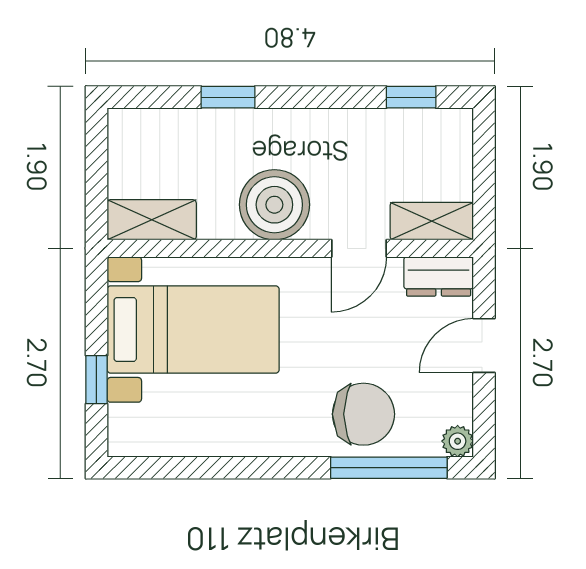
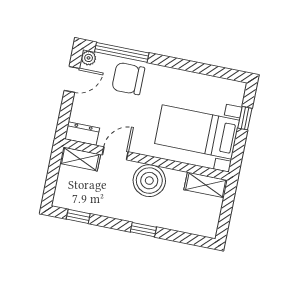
window: (228, 97) -> (143, 230), moved
door: (484, 346) -> (72, 79), moved

